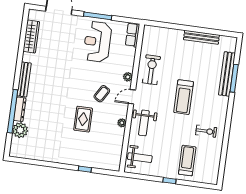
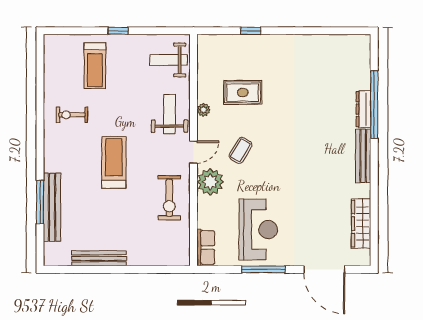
plant: (128, 77) -> (210, 182), width x1.88, depth x1.88
rug: (83, 119) -> (243, 92), moved, turned 90
plant: (20, 130) -> (359, 77), removed

